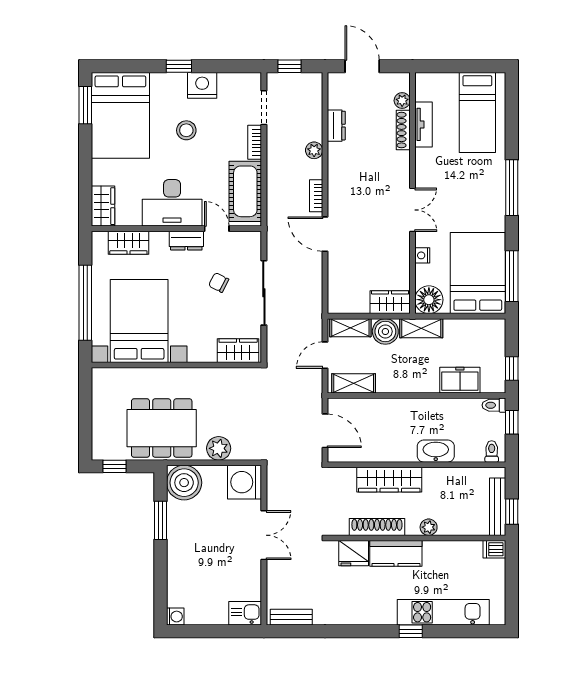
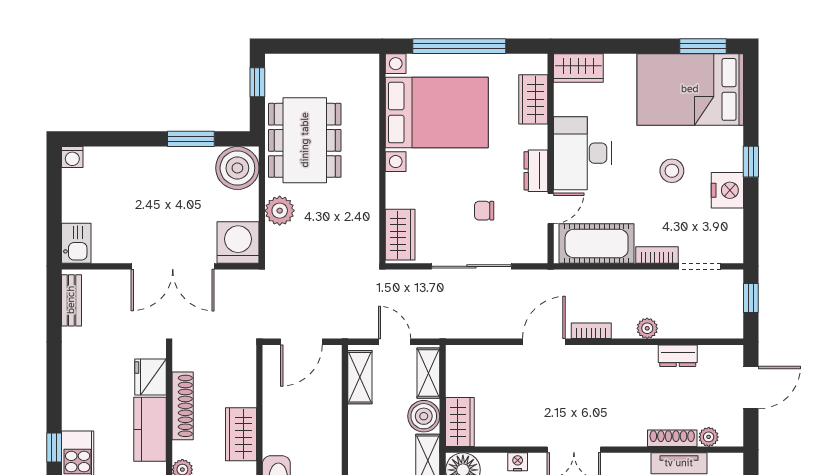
chair: (219, 283) -> (484, 211), turned -117
wardrobe: (389, 480) -> (241, 434), width x0.67
double door: (264, 535) -> (173, 266), width x1.37

